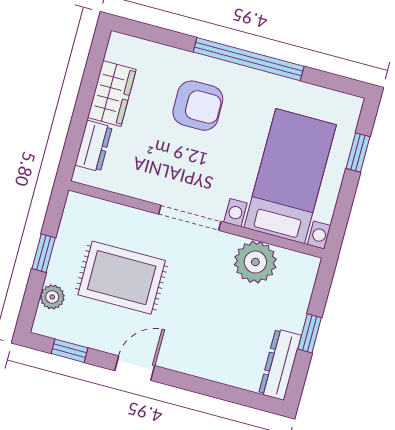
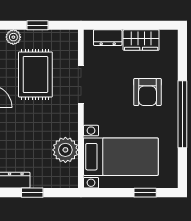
doorway: (190, 218) -> (81, 84), moved

